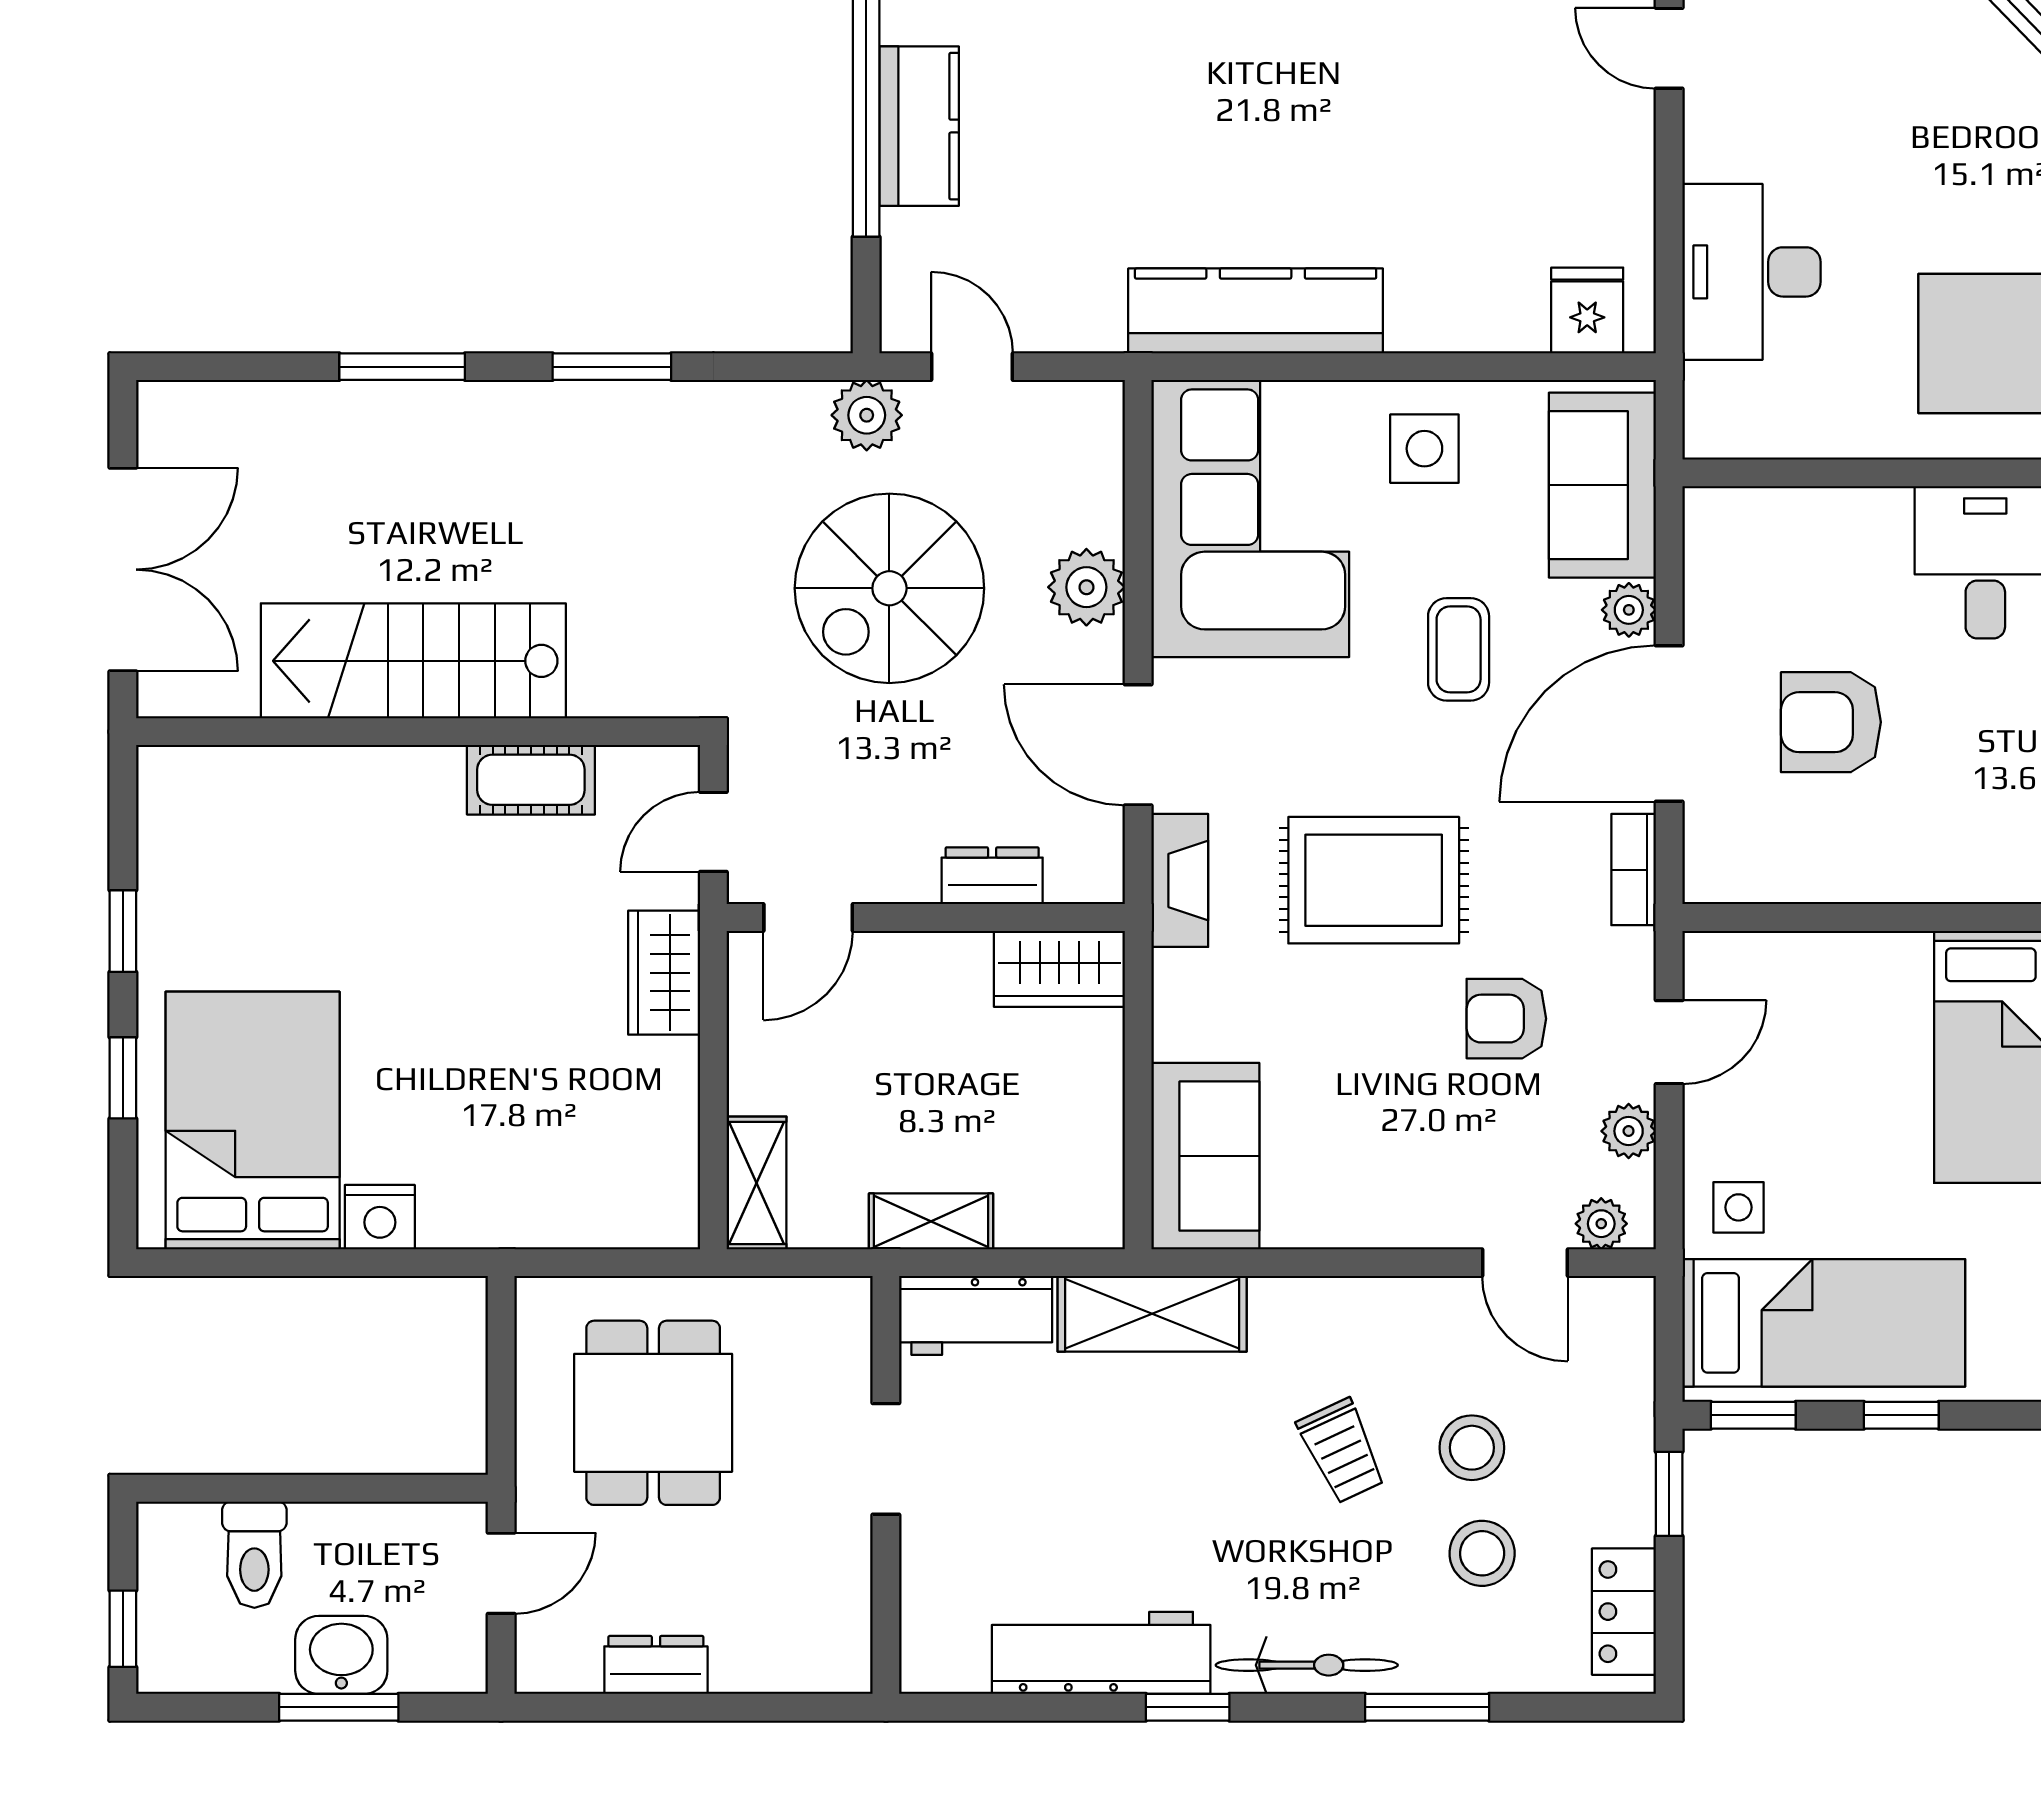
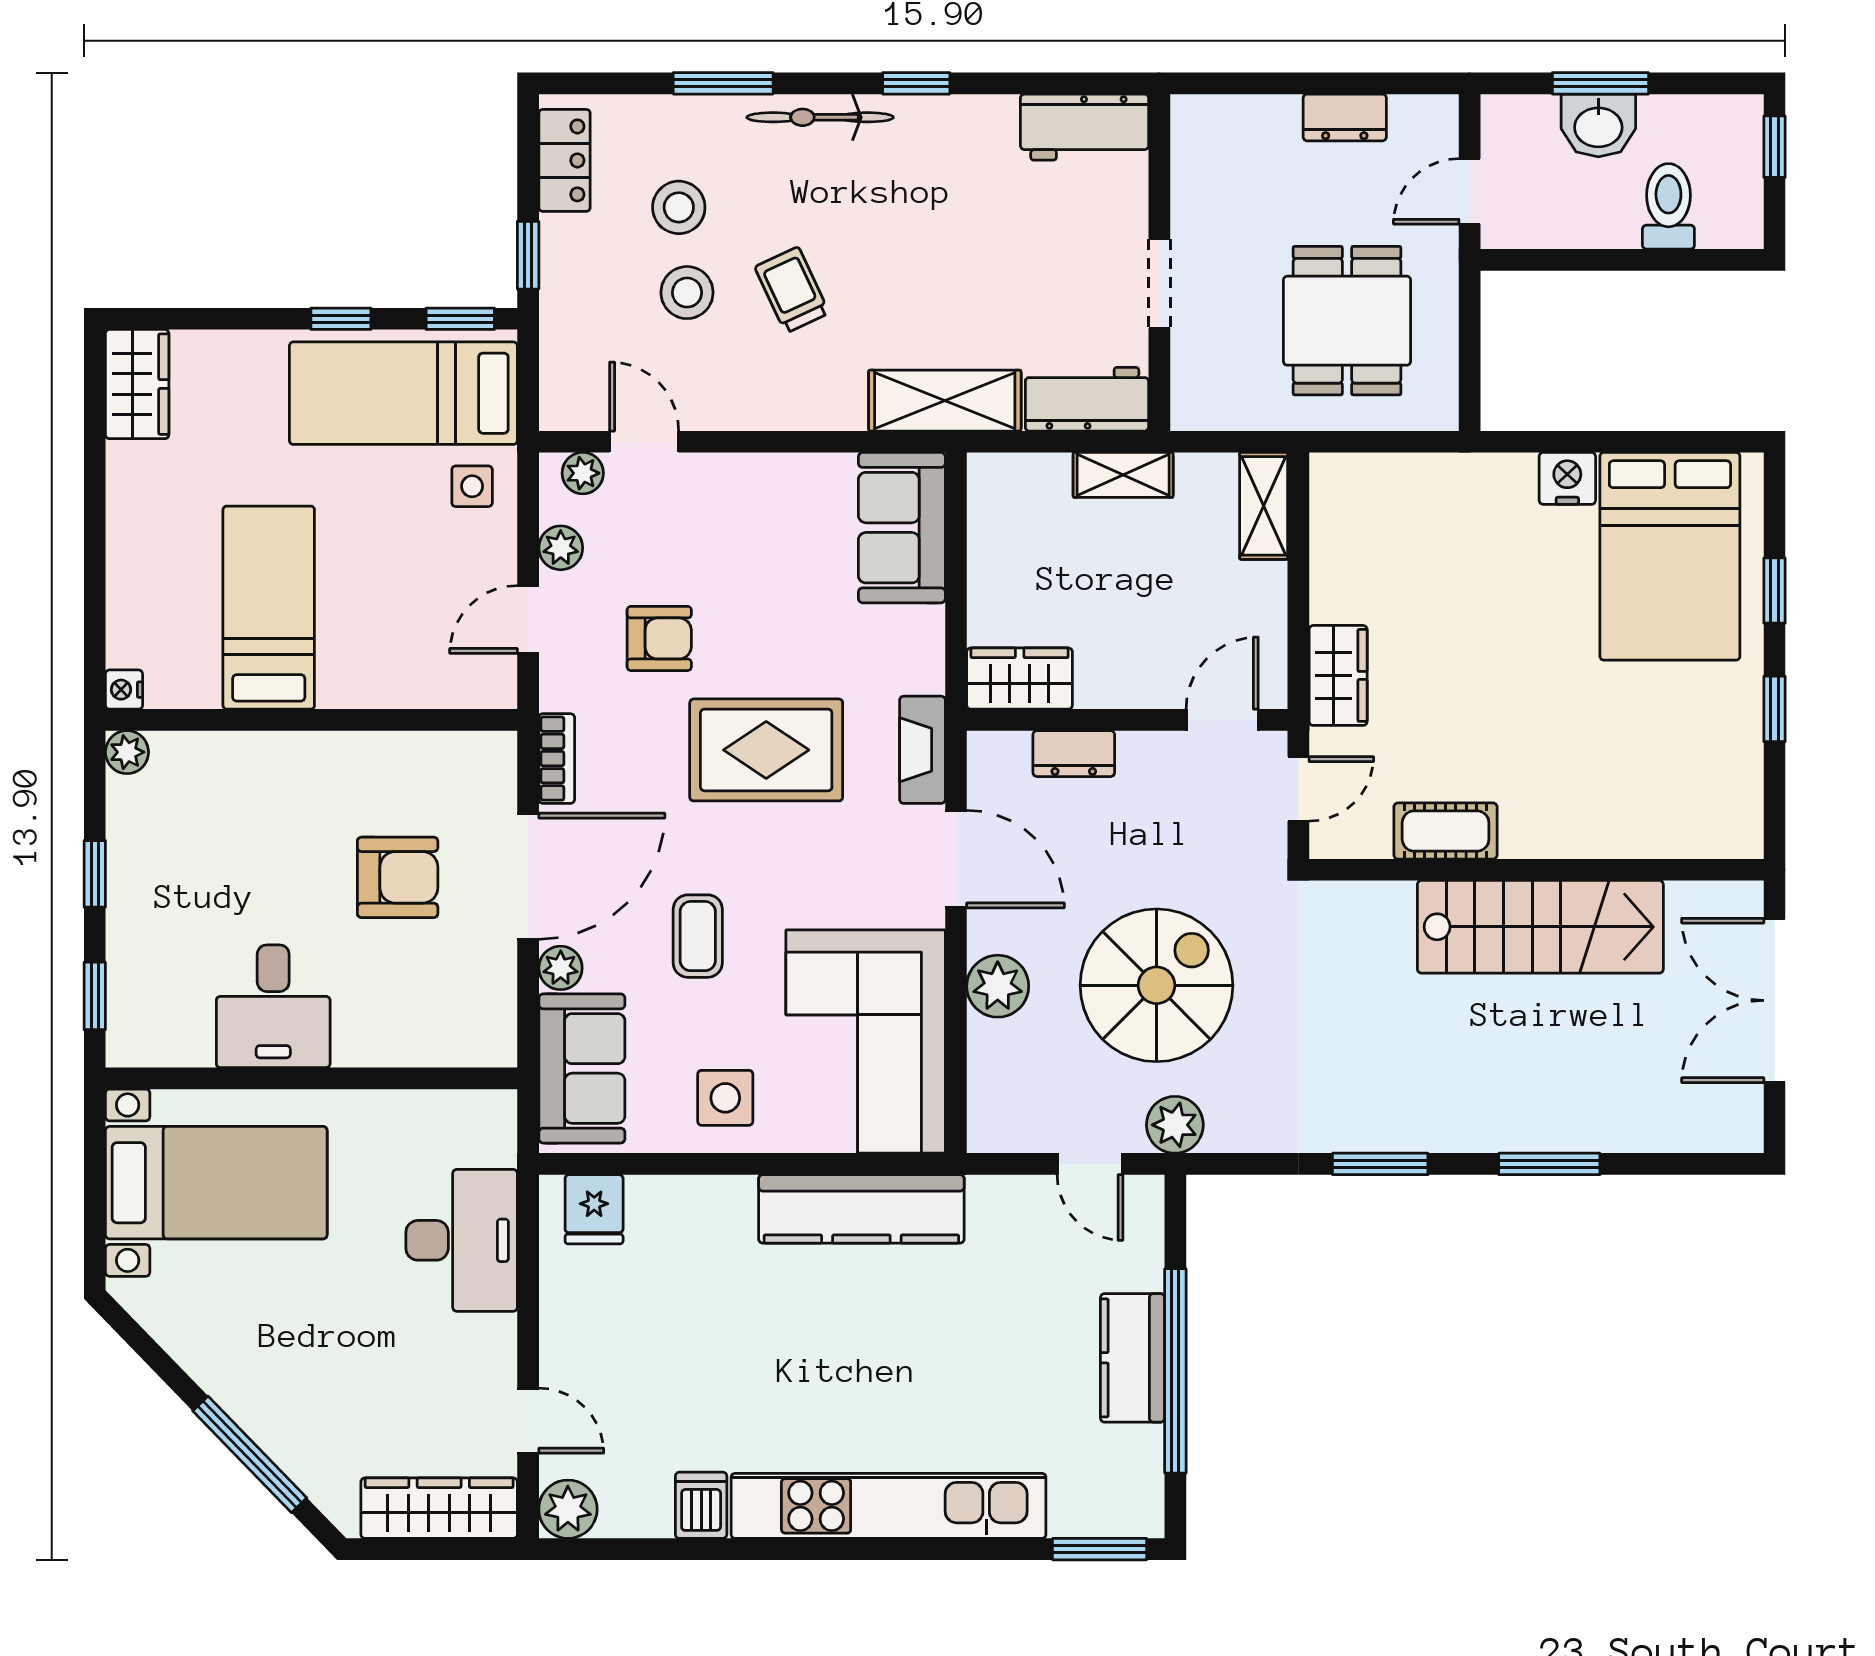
workbench: (1101, 1653) -> (1085, 127), moved, width x0.73

